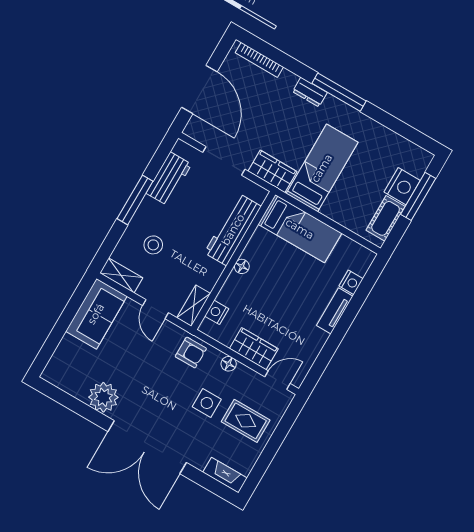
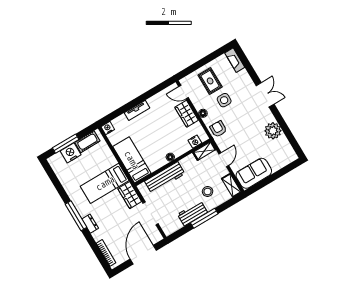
workbench: (169, 179) -> (192, 213), moved
nightstand: (351, 282) -> (108, 128), moved
double door: (147, 447) -> (265, 95), width x0.54

